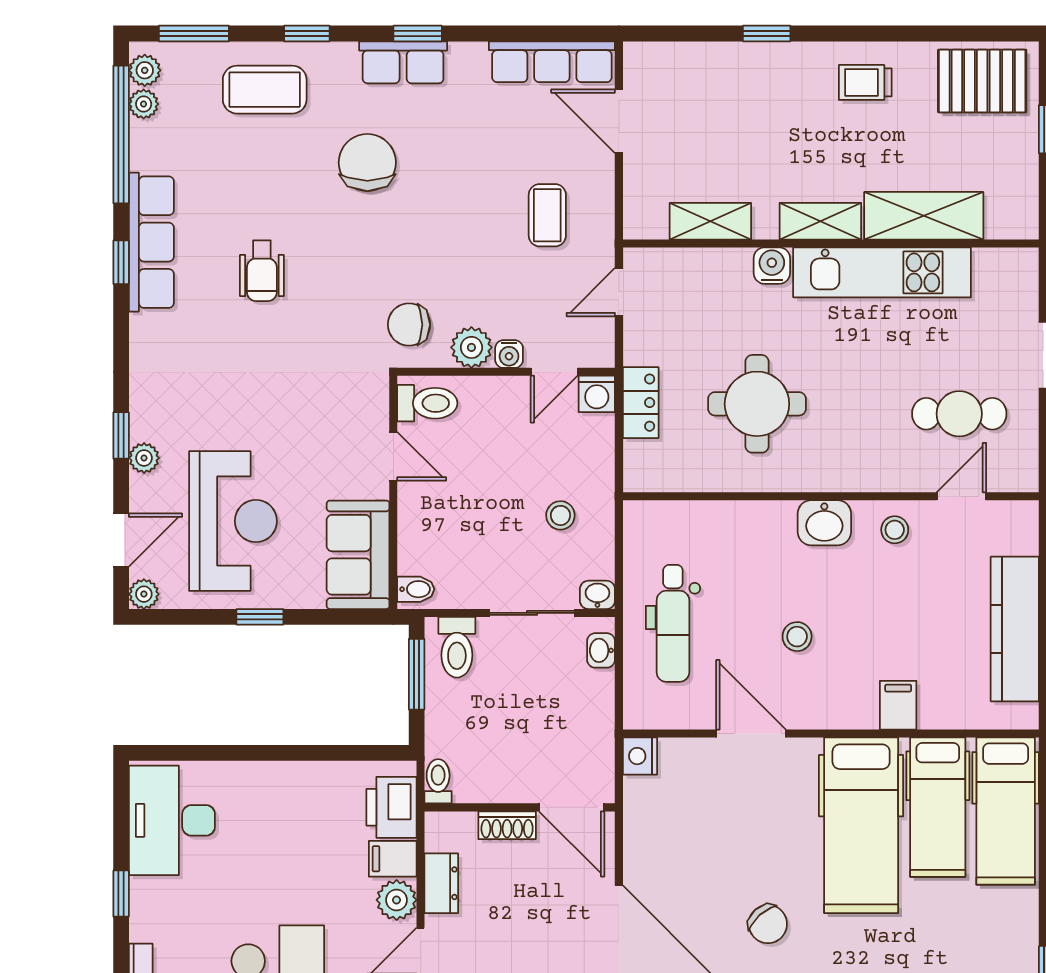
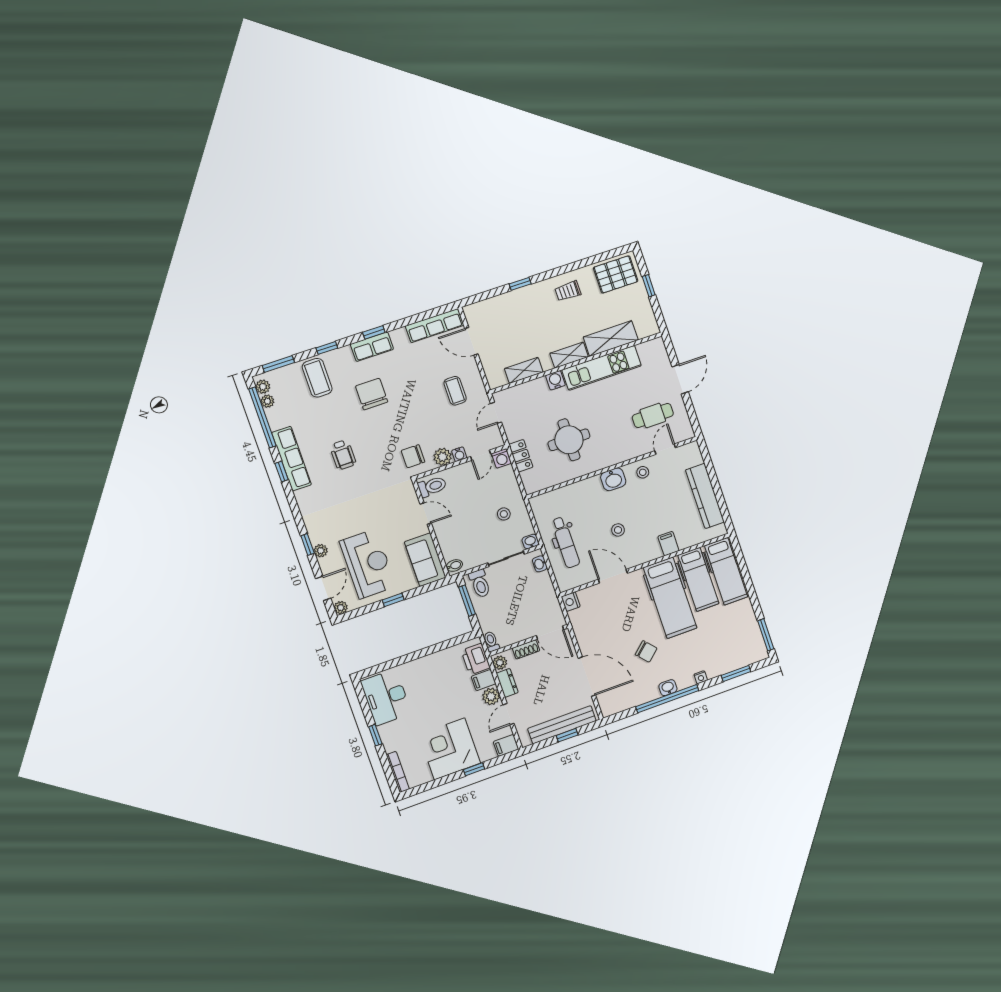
coffee table: (265, 90) -> (317, 378), turned 90
plant: (441, 834) -> (500, 663), added

